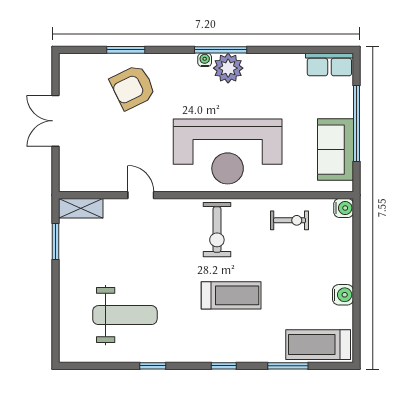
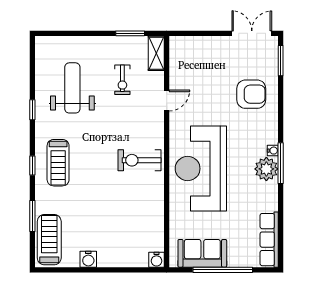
window: (126, 50) -> (281, 61), moved
row of seats: (329, 65) -> (269, 240), width x1.48
armchair: (133, 87) -> (251, 94), turned 116
double door: (56, 121) -> (252, 33), moved
exercise bike: (290, 220) -> (122, 80), moved
treadmill: (231, 295) -> (58, 163), moved
weight bench: (125, 315) -> (72, 88), turned 180

